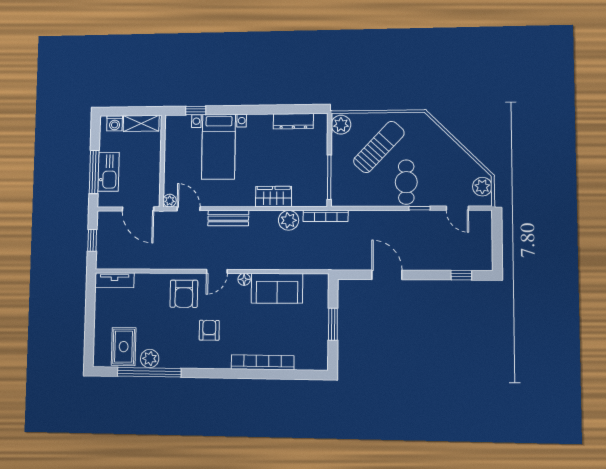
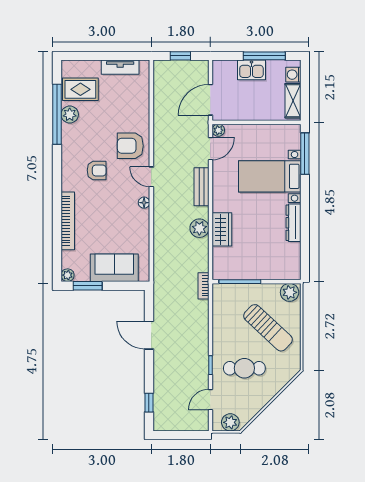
window: (196, 111) -> (305, 154), width x2.17
dresser: (293, 121) -> (293, 223), moved
window: (94, 172) -> (264, 56), moved
kitchen sink: (109, 172) -> (251, 70), width x0.73
cafe table: (406, 182) -> (244, 368), moved
bookcase: (326, 216) -> (203, 286), width x0.64
plant: (289, 220) -> (199, 228), moved
door: (387, 275) -> (149, 335), swing flipped
tv unit: (114, 280) -> (120, 67), moved, turned -90
sofa: (277, 288) -> (114, 268), moved, turned 90
window: (333, 324) -> (88, 286), moved
plant: (321, 363) -> (68, 275), added

